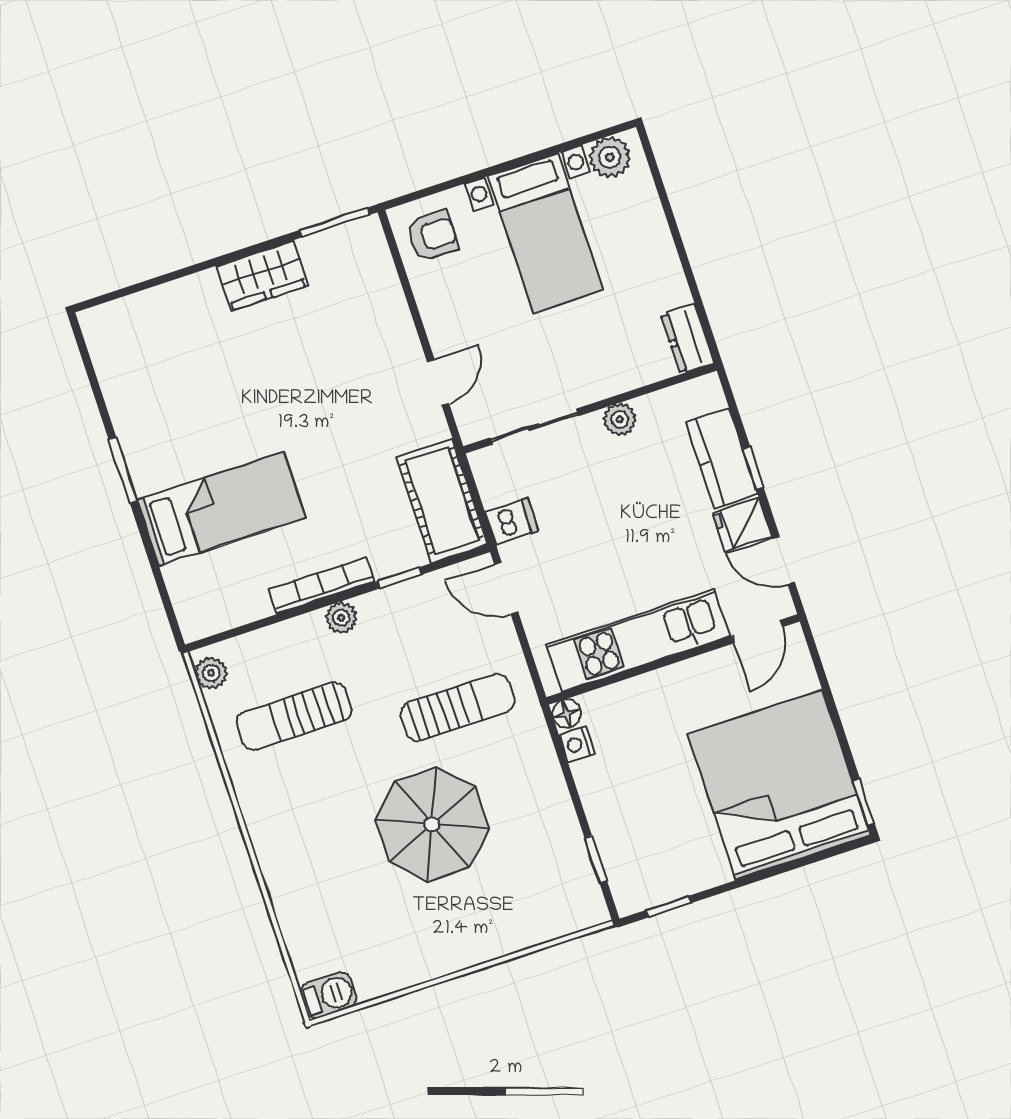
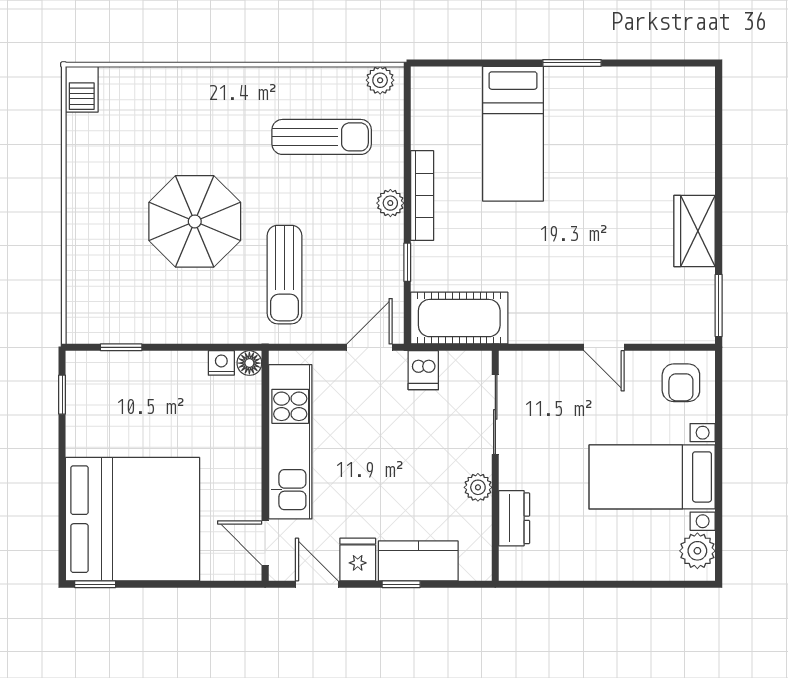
dresser: (687, 339) -> (514, 518), moved, turned 90
door: (438, 383) -> (604, 347), moved
door: (784, 560) -> (317, 584), hinge flipped
sun lounger: (294, 716) -> (322, 137), turned 90

